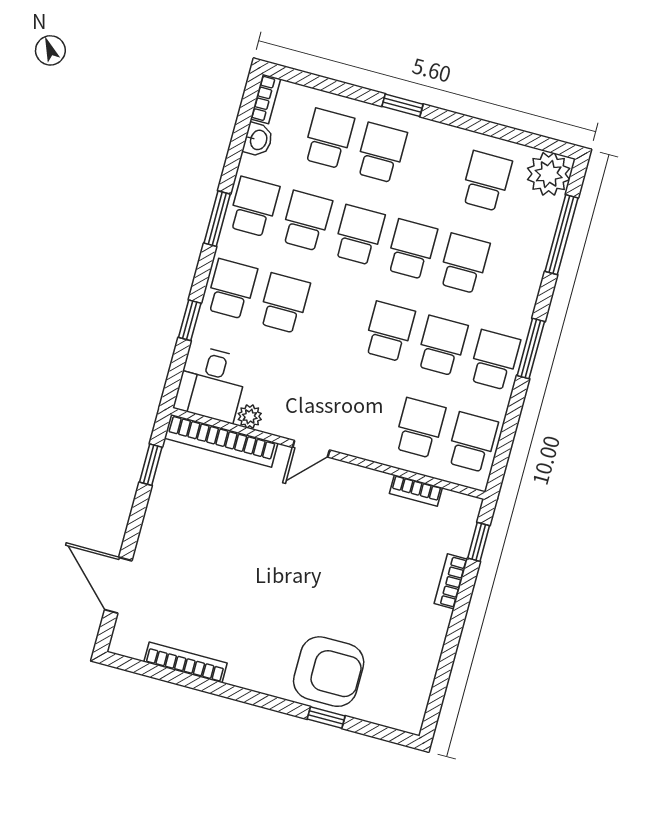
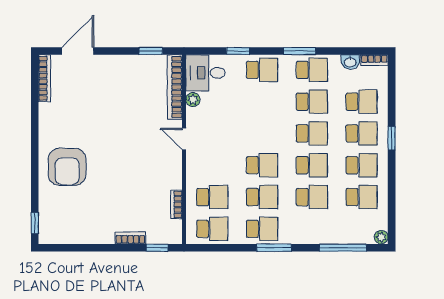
plant: (549, 174) -> (381, 237), width x0.53, depth x0.53
school desk: (284, 303) -> (362, 165), moved
bookcase: (186, 662) -> (44, 78), moved
armchair: (329, 672) -> (67, 167), moved
window: (326, 718) -> (35, 223), moved

